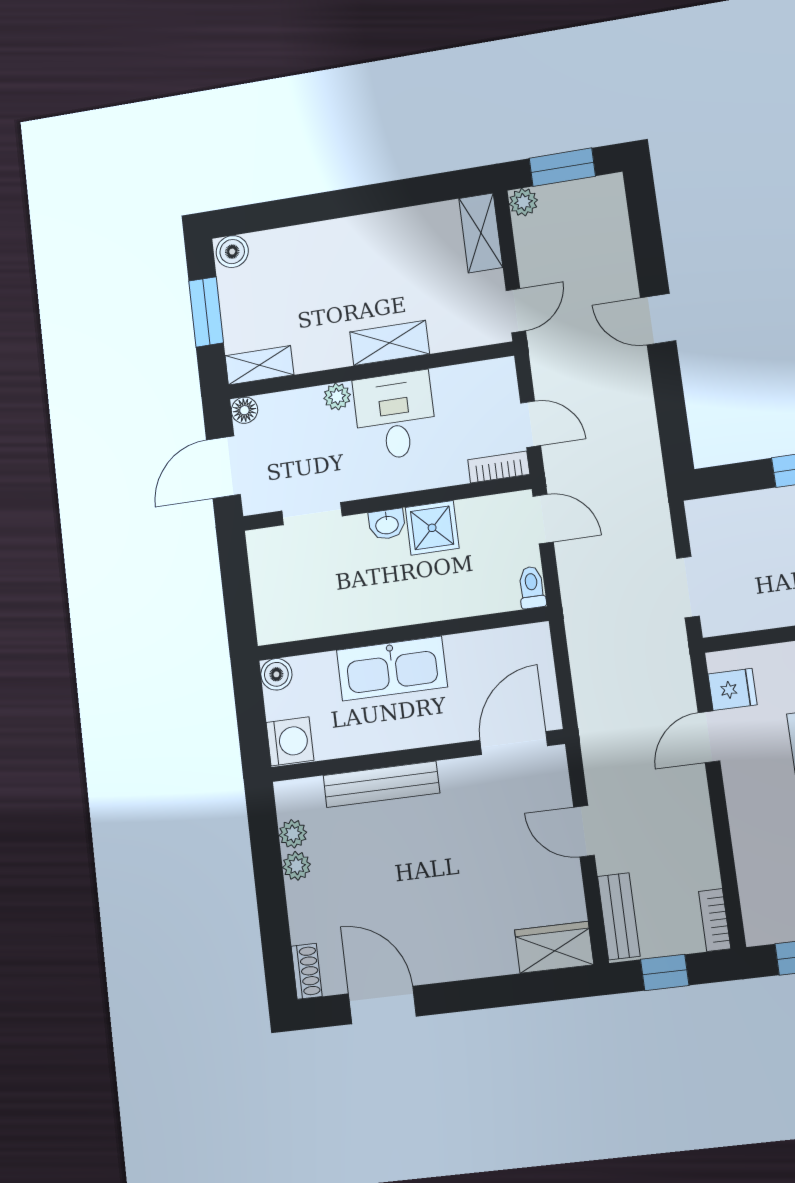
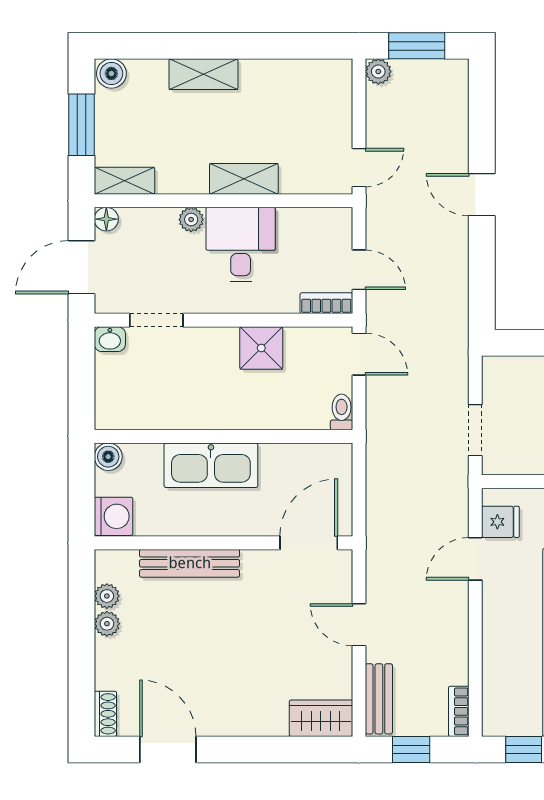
shelving: (481, 233) -> (203, 74), moved, turned 90
washbasin: (387, 524) -> (110, 339), moved

